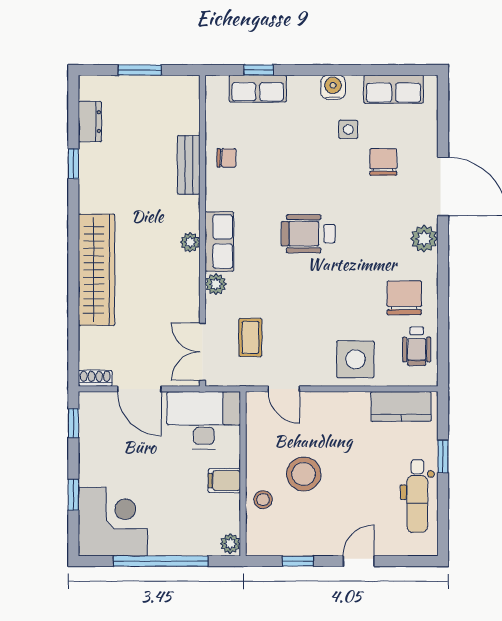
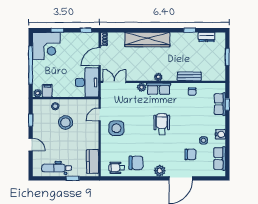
coffee table: (250, 337) -> (120, 101), removed
side table: (355, 359) -> (116, 128), moved
filing cabinet: (224, 481) -> (47, 91), moved

